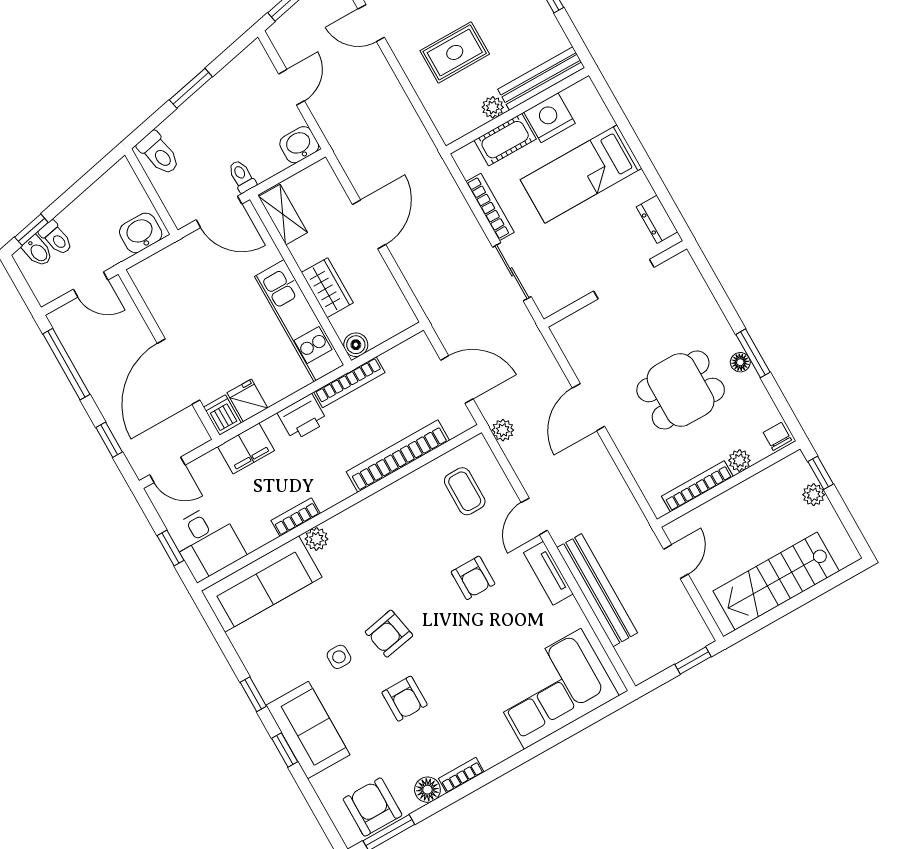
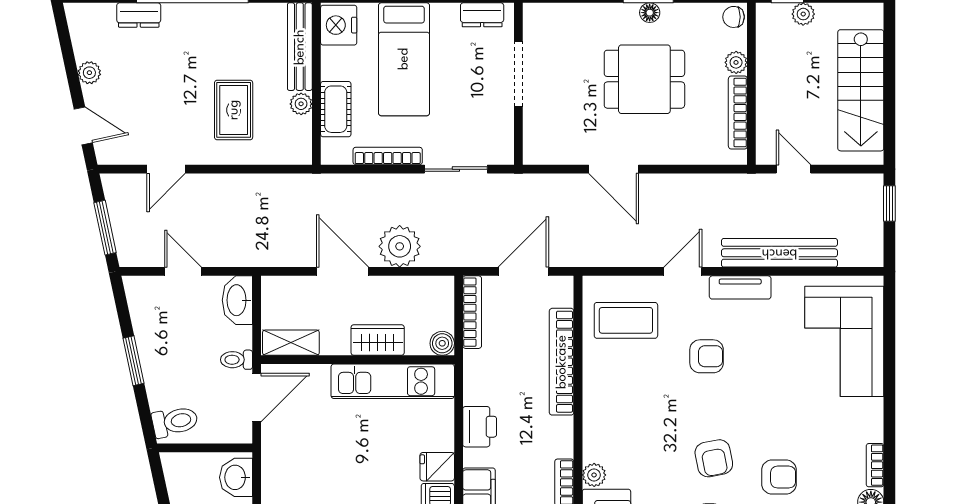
nightstand: (549, 118) -> (339, 25), moved
washbasin: (299, 145) -> (237, 300), width x1.38
bookcase: (349, 382) -> (472, 312), moved
dining table: (681, 390) -> (644, 79), turned 90
plant: (503, 430) -> (400, 246), moved, width x1.88, depth x1.88
coffee table: (465, 491) -> (626, 320), width x1.36, depth x1.30
door: (534, 516) -> (683, 271), swing flipped

